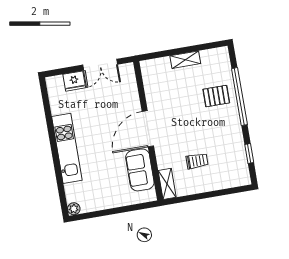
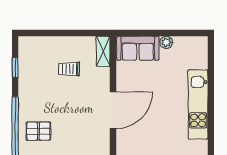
sofa: (140, 170) -> (138, 48), moved, turned 90
plant: (74, 209) -> (166, 42), moved

